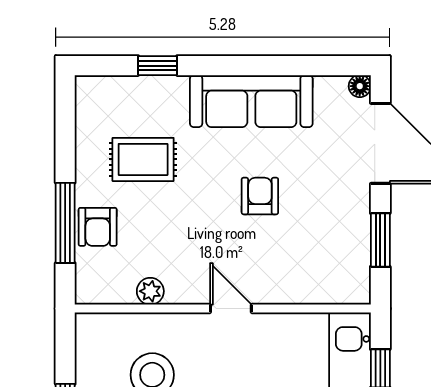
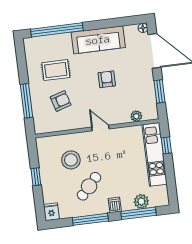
window: (158, 66) -> (57, 30), width x3.17
armchair: (98, 227) -> (61, 101), moved, turned -107
plant: (150, 291) -> (136, 116), moved

